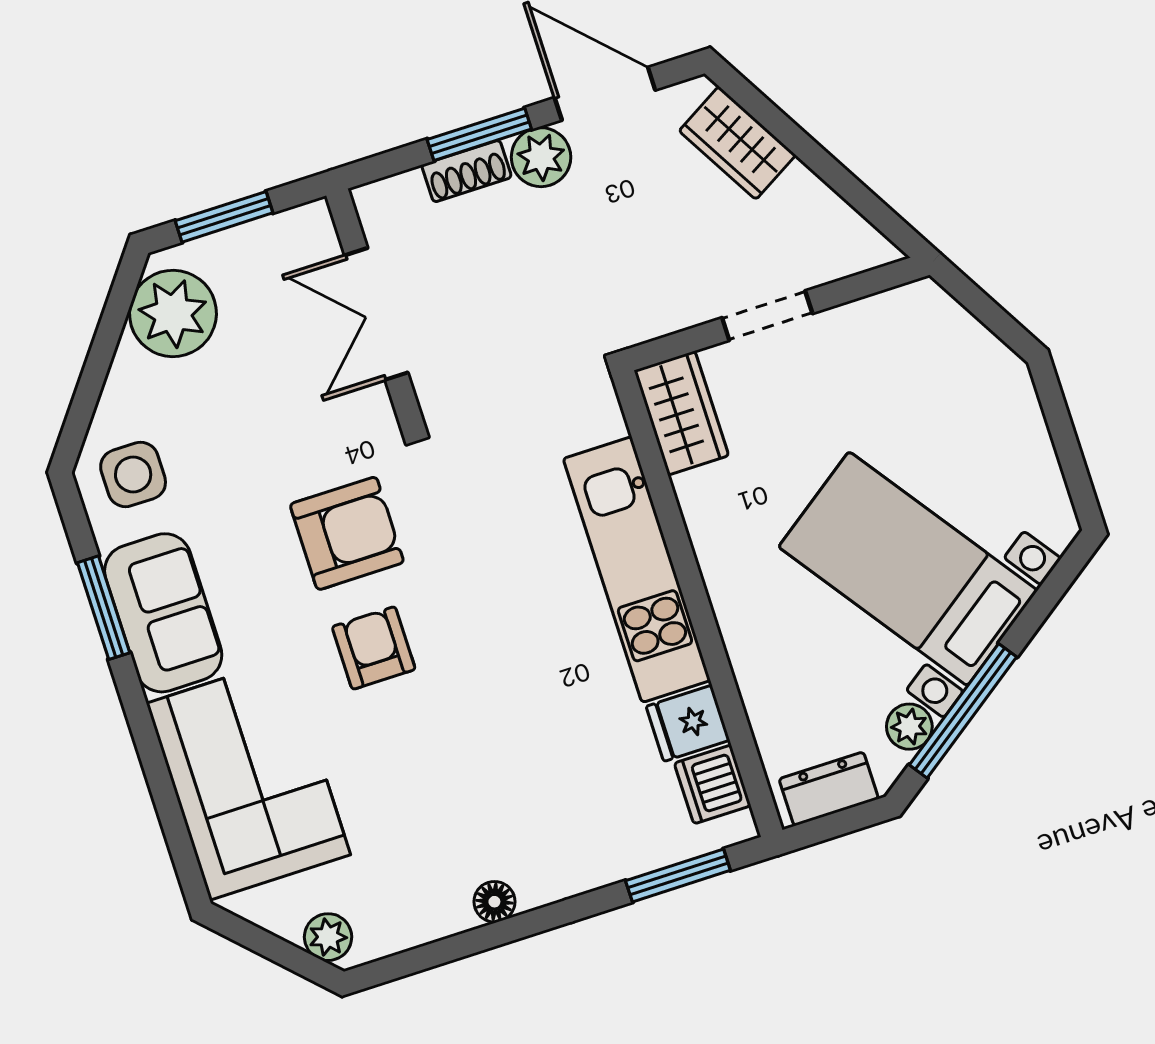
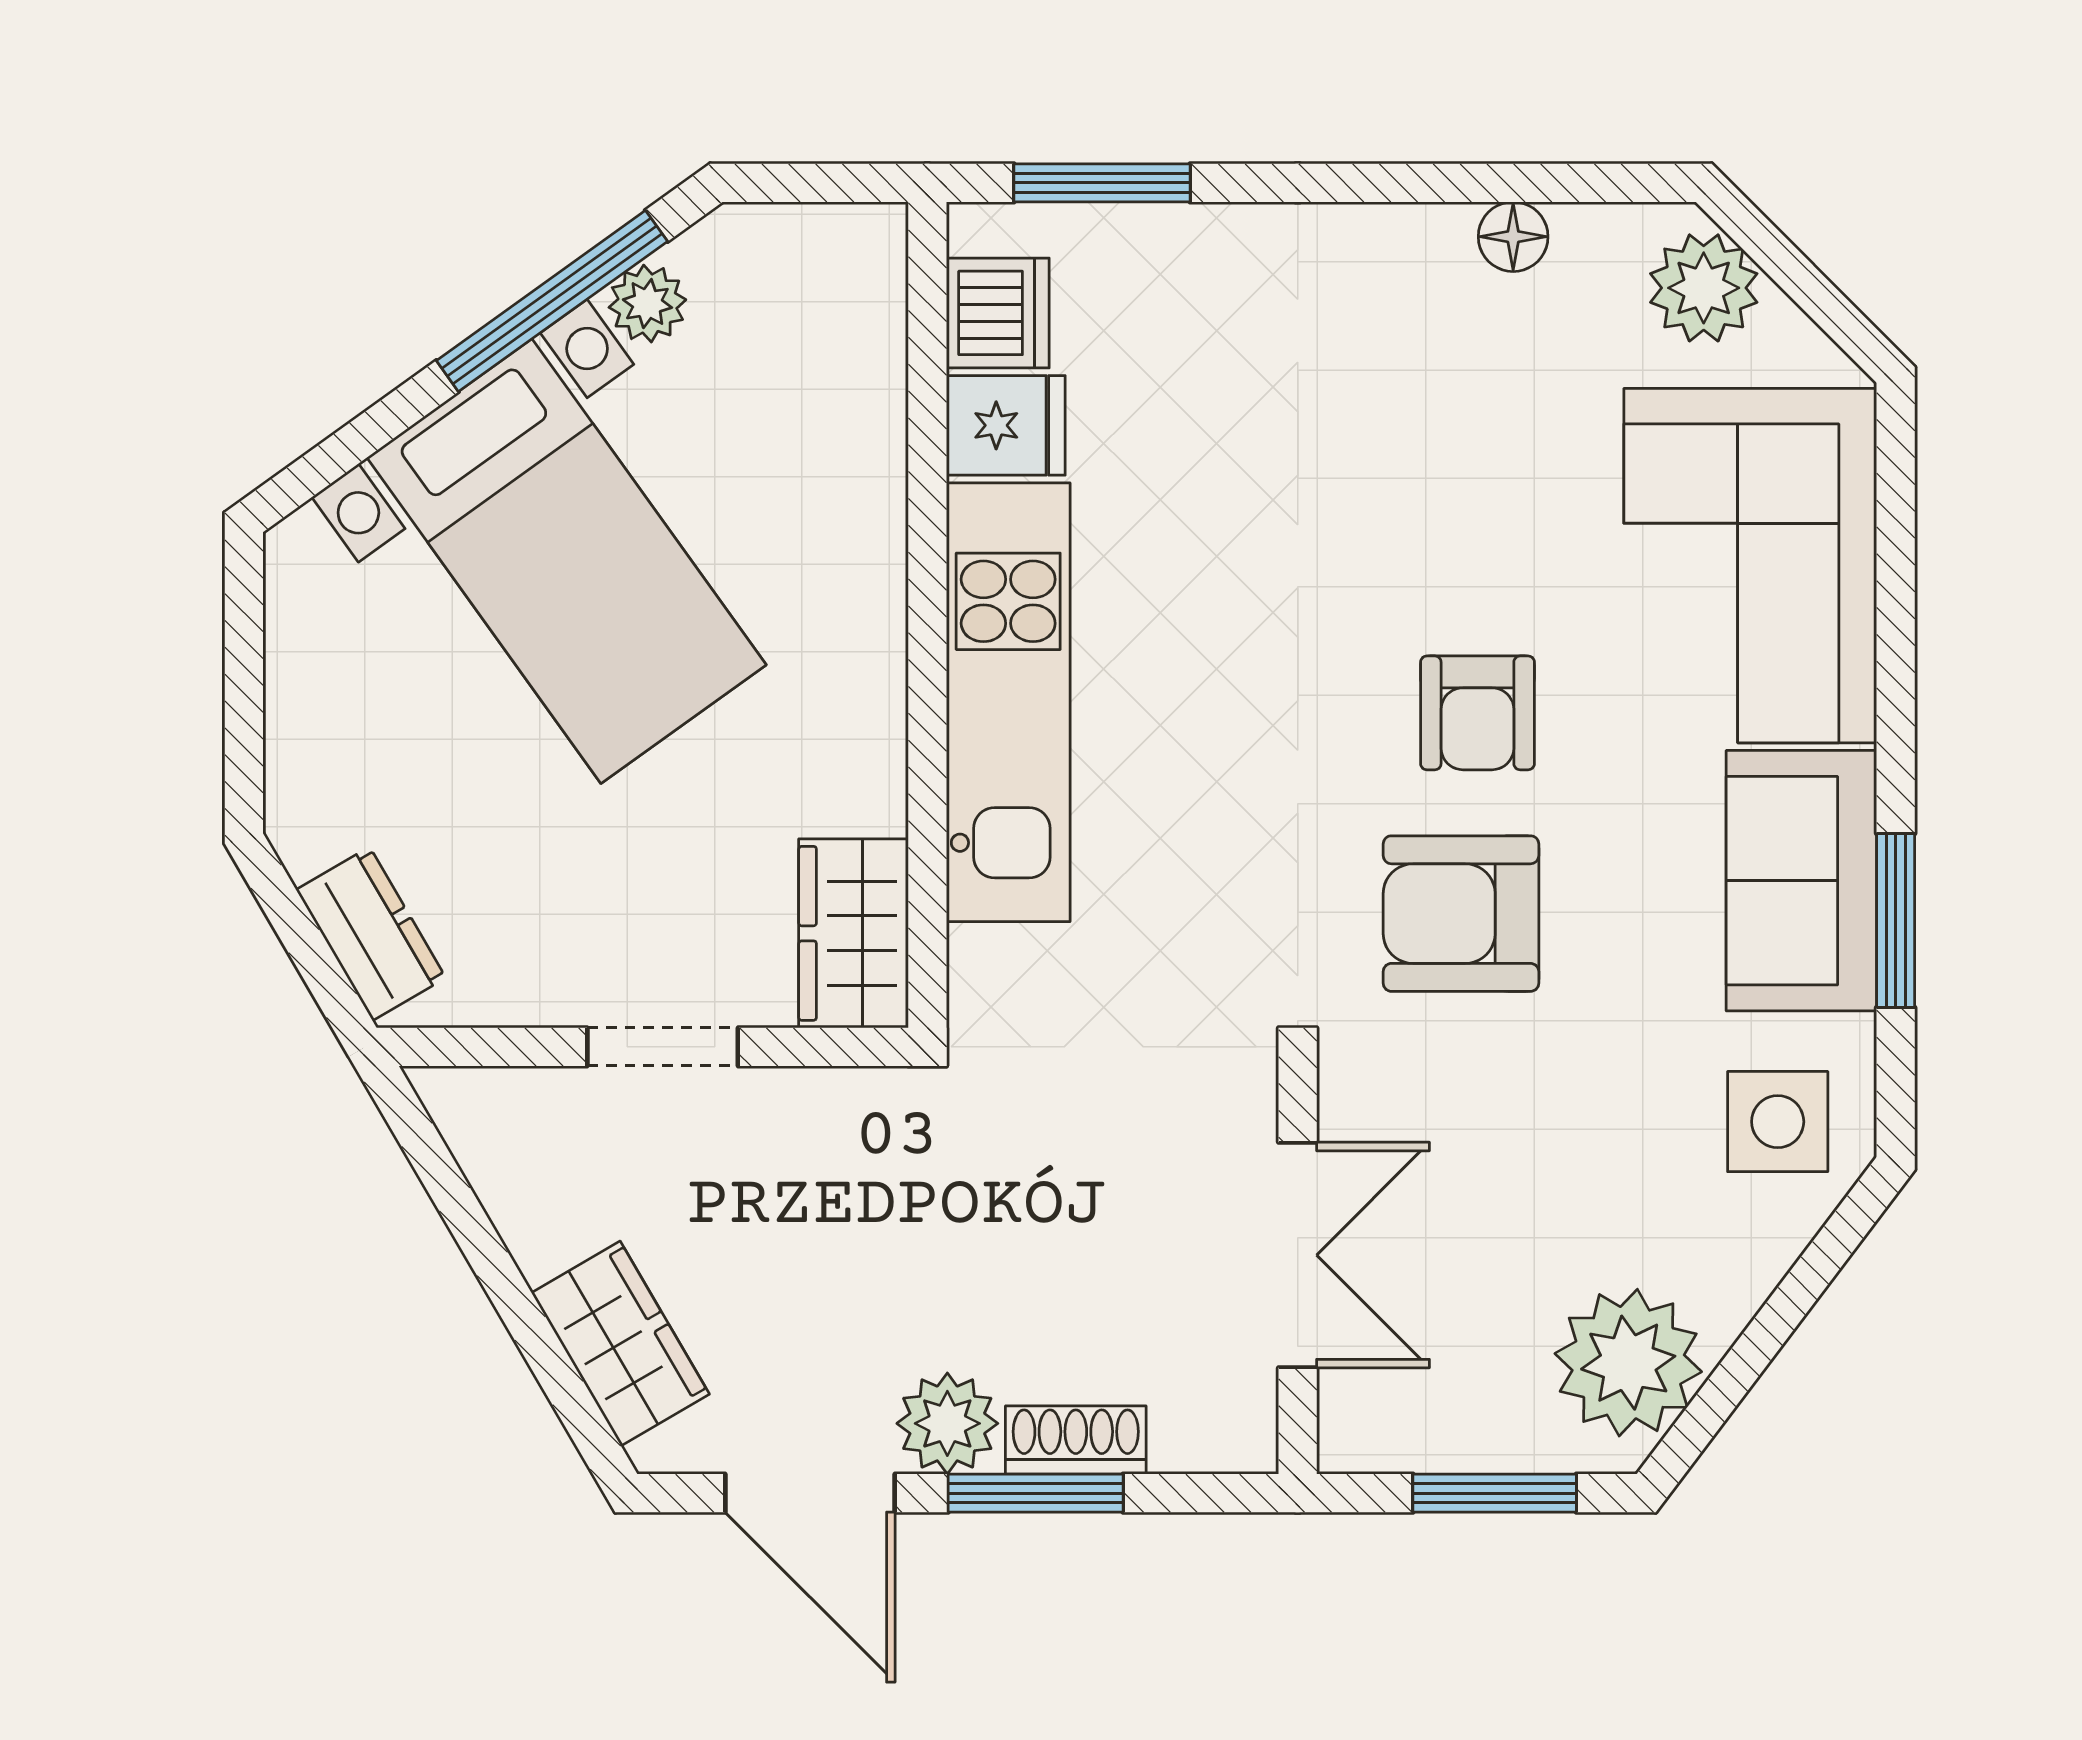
dresser: (829, 789) -> (371, 934), moved, turned -120
floor lamp: (494, 902) -> (1513, 237), moved
plant: (328, 937) -> (1704, 288), width x1.38, depth x1.38

